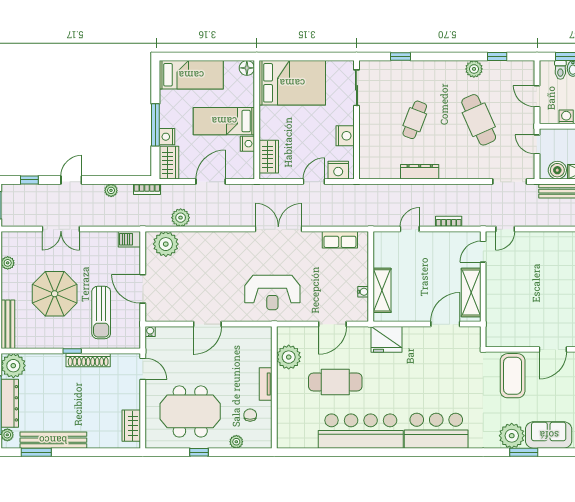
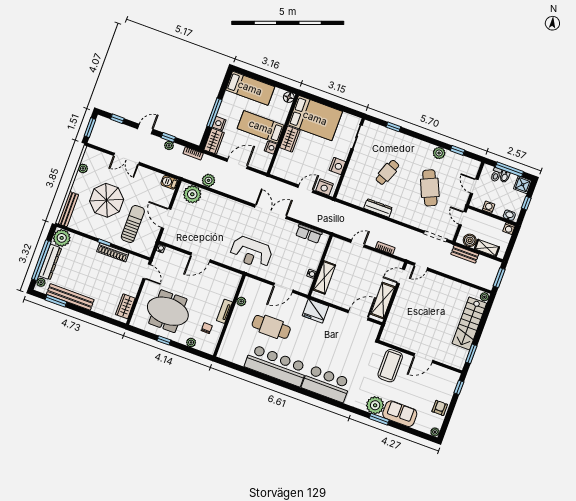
wardrobe: (269, 157) -> (290, 139), moved
window: (106, 180) -> (168, 137), added
sun lounger: (101, 312) -> (133, 224), turned 180
plant: (289, 357) -> (241, 301), width x0.53, depth x0.53

